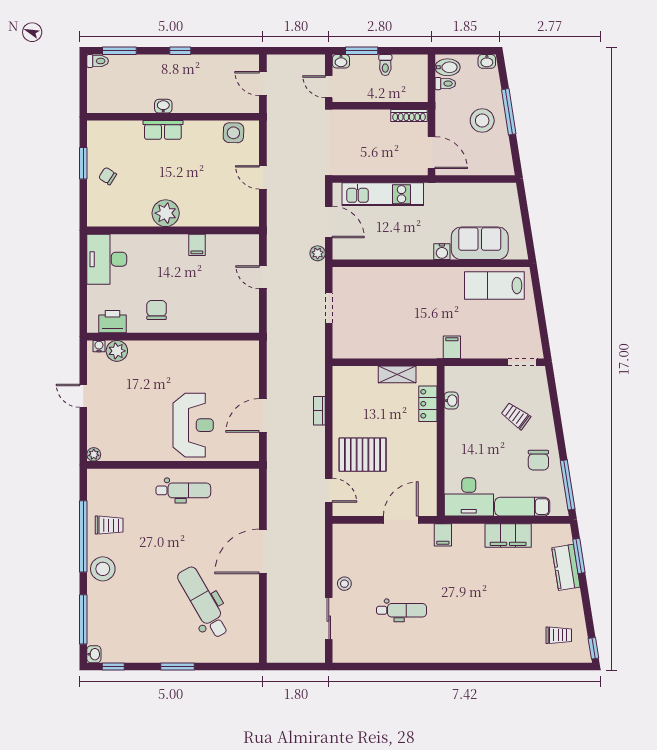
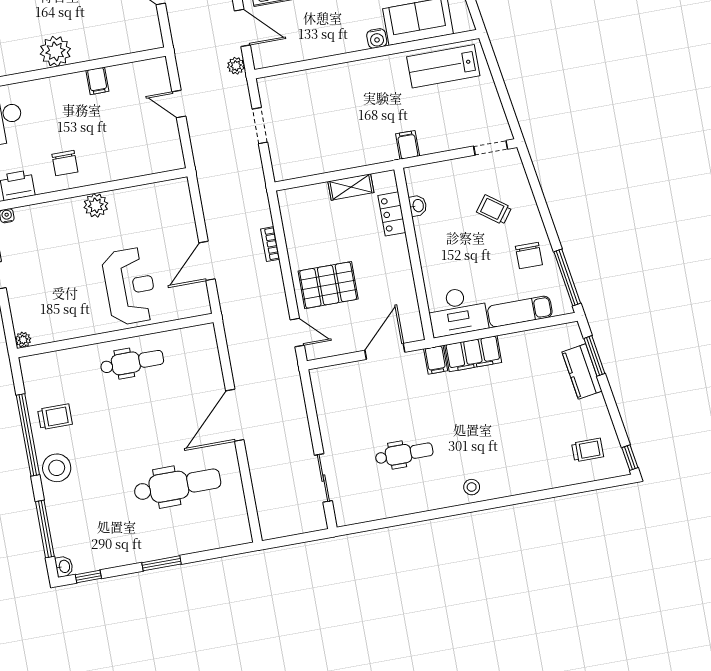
chair: (157, 310) -> (65, 163), turned 180
plant: (117, 351) -> (96, 205), moved
filing cabinet: (508, 535) -> (473, 354), moved
stool: (344, 584) -> (472, 487), moved
dental chair: (203, 602) -> (177, 485), turned 120

